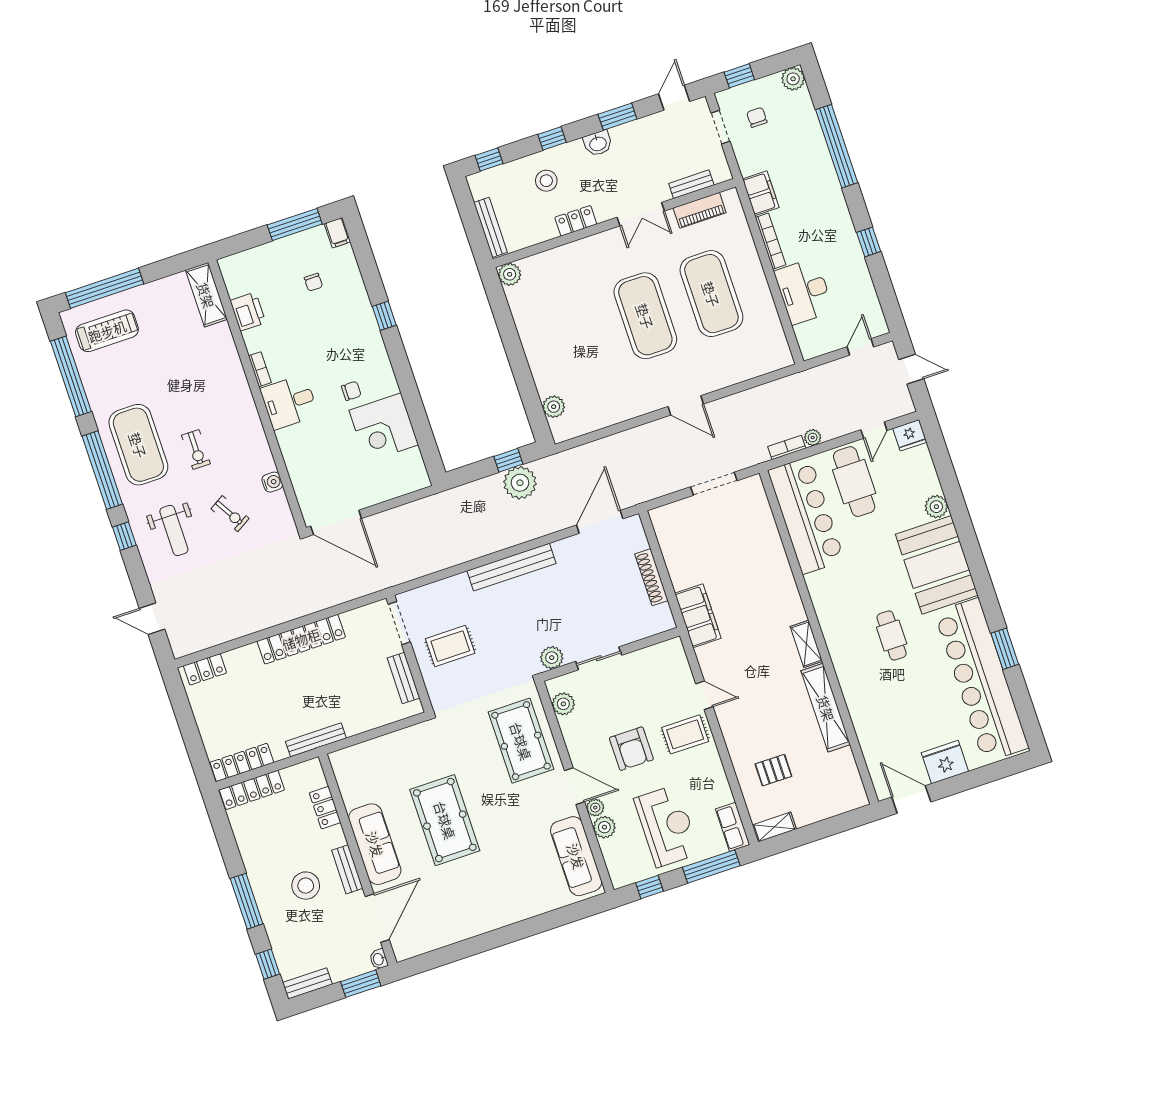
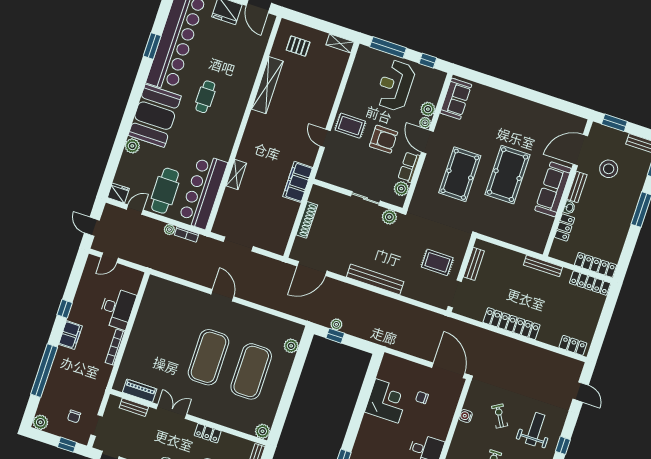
filing cabinet: (761, 193) -> (70, 335), moved, turned 180
exercise mat: (711, 294) -> (251, 371), moved
chair: (351, 391) -> (422, 398), moved
plant: (520, 483) -> (336, 324), width x0.53, depth x0.53
shelving: (806, 644) -> (236, 175), moved
pool table: (521, 741) -> (460, 174), moved
armchair: (631, 749) -> (384, 139), turned 90
pallet: (773, 770) -> (298, 46), moved
row of seats: (733, 827) -> (409, 167), moved, turned 180
sofa: (576, 856) -> (456, 99), width x0.73
stool: (306, 886) -> (609, 169), moved
washbasin: (379, 959) -> (569, 208), moved

